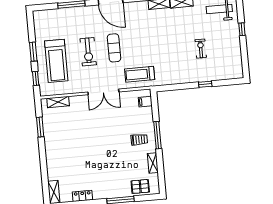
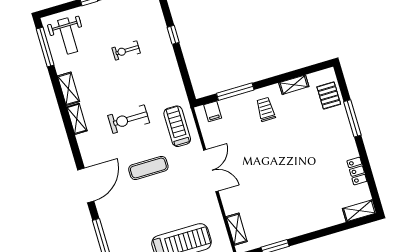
exercise bike: (88, 52) -> (129, 119), moved, turned 180
treadmill: (140, 74) -> (177, 126), turned 180
window: (157, 135) -> (235, 92), moved

